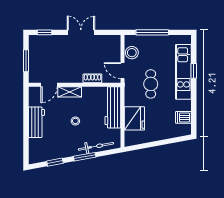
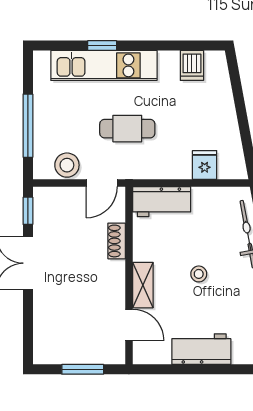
window: (45, 32) -> (28, 211), moved
workbench: (113, 107) -> (162, 202), width x0.73
fridge: (134, 118) -> (205, 165), width x0.53, depth x0.75

